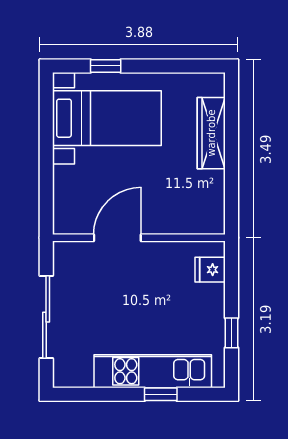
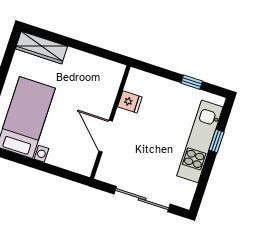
wardrobe: (211, 133) -> (41, 48), moved
fridge: (210, 270) -> (130, 102), moved, turned -90

